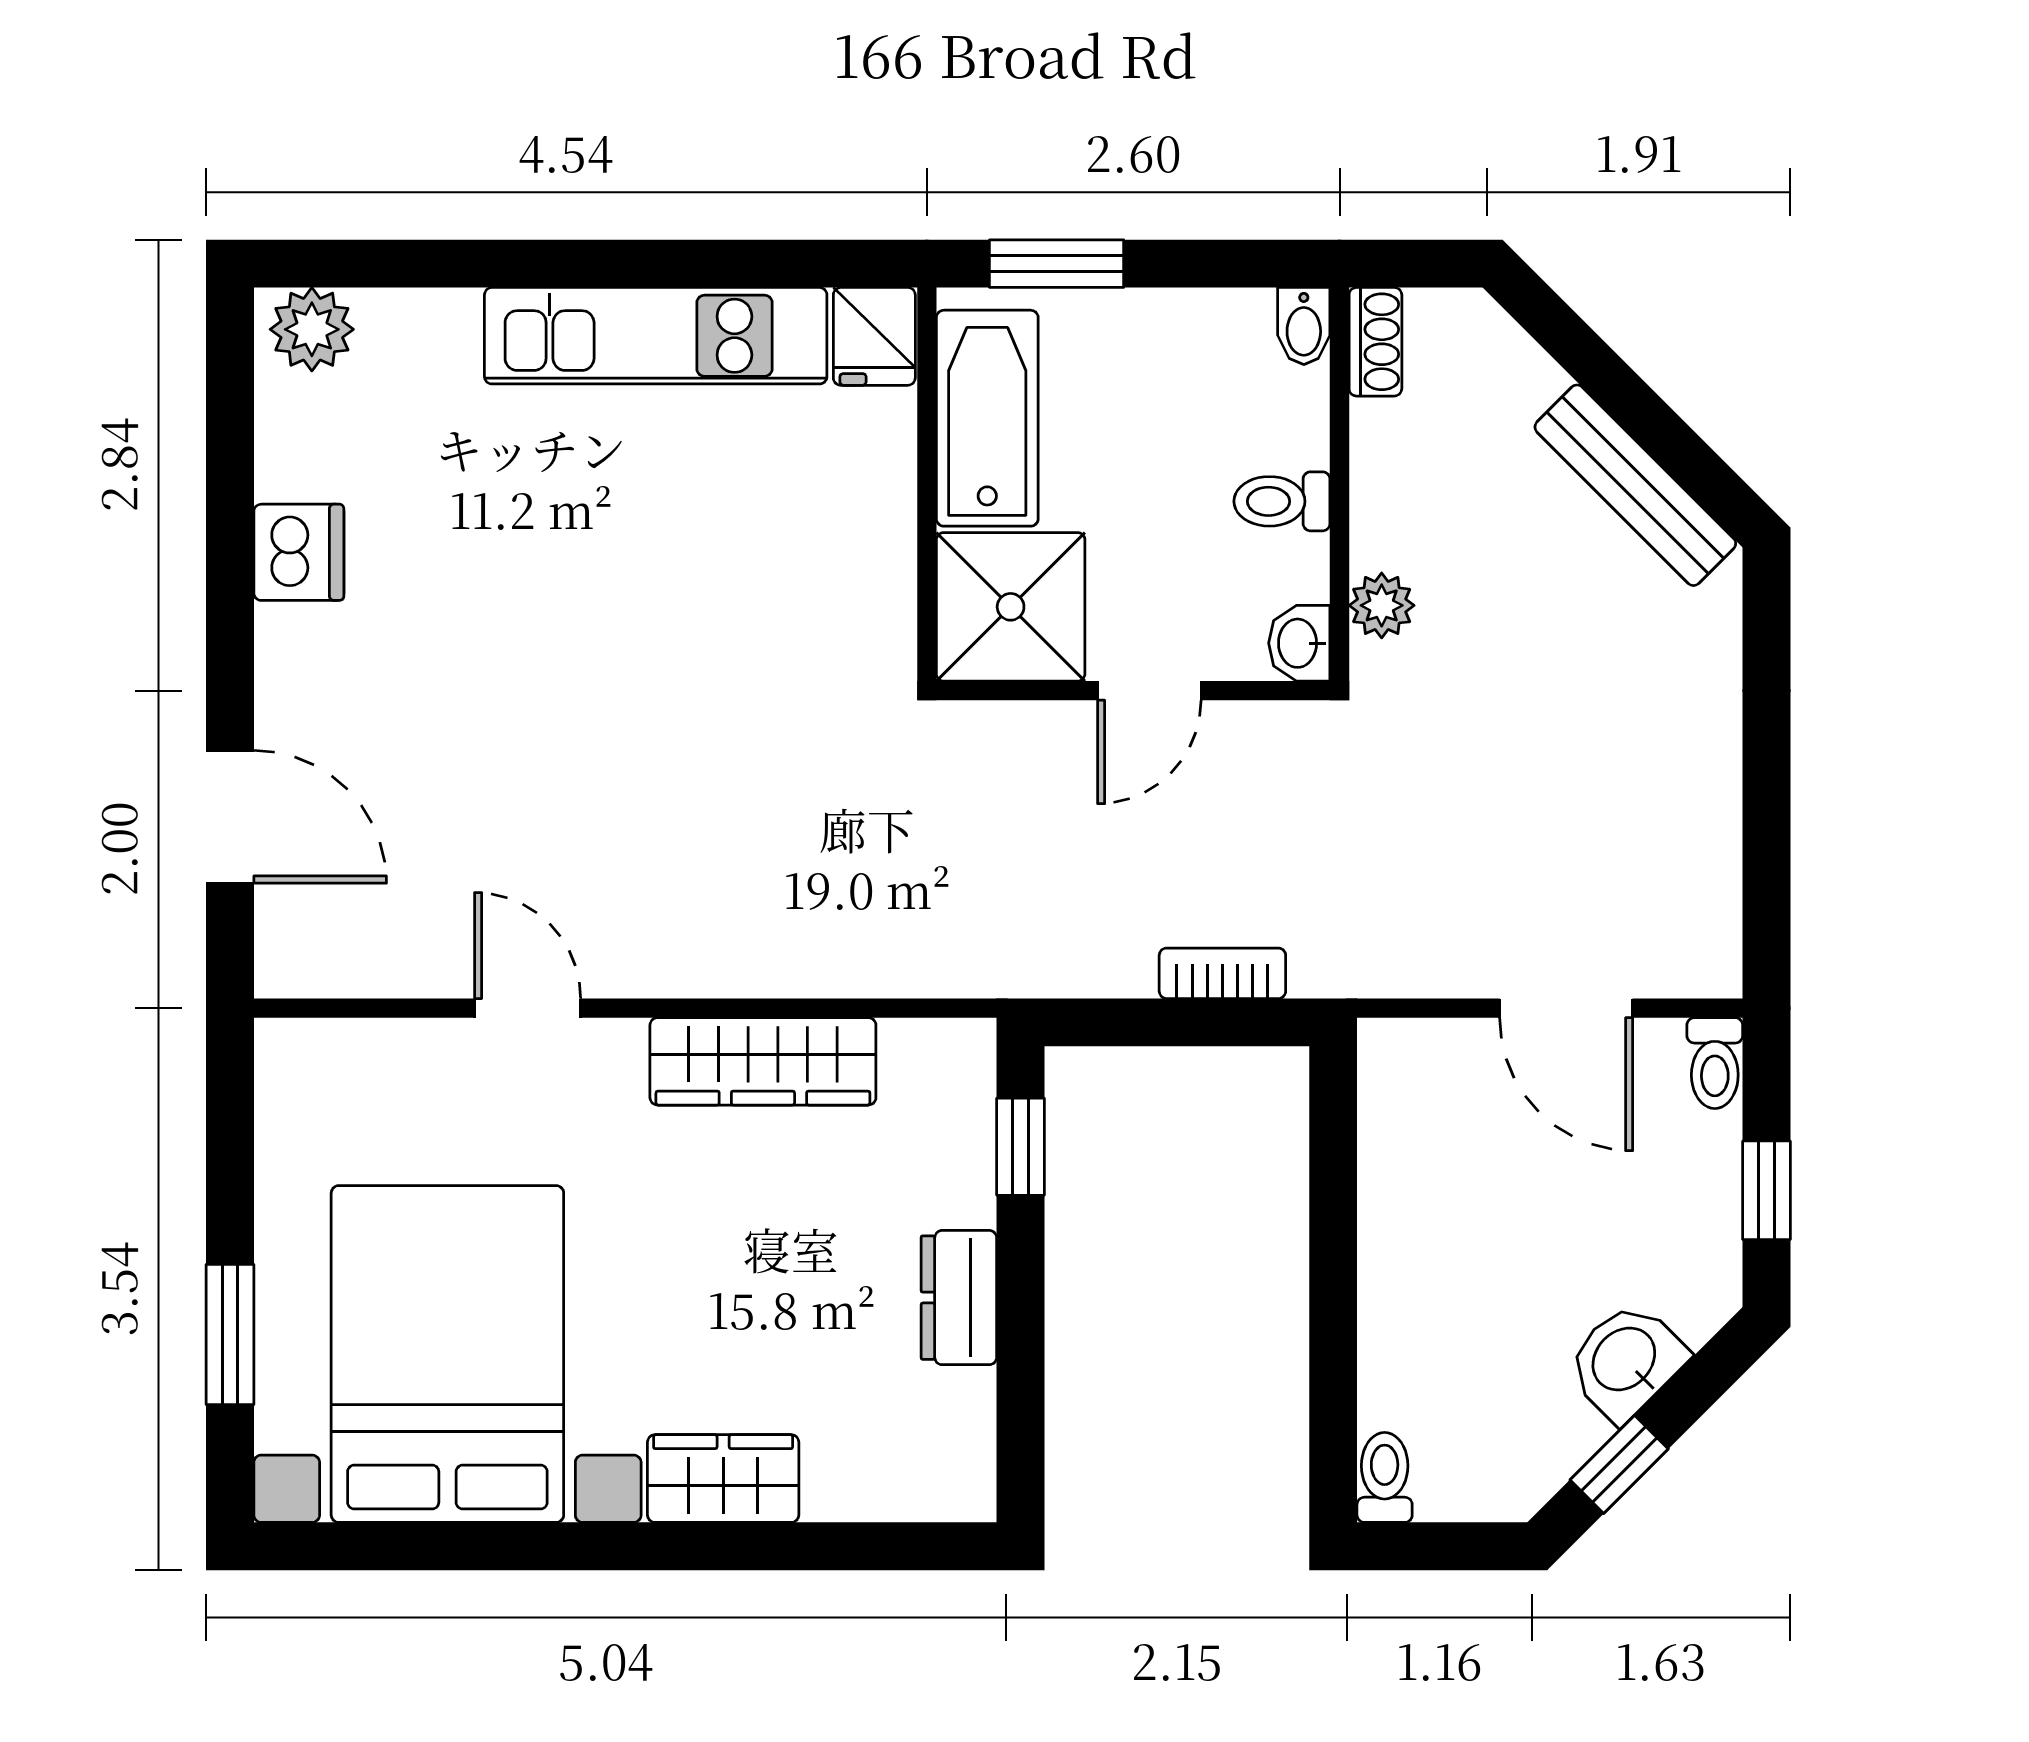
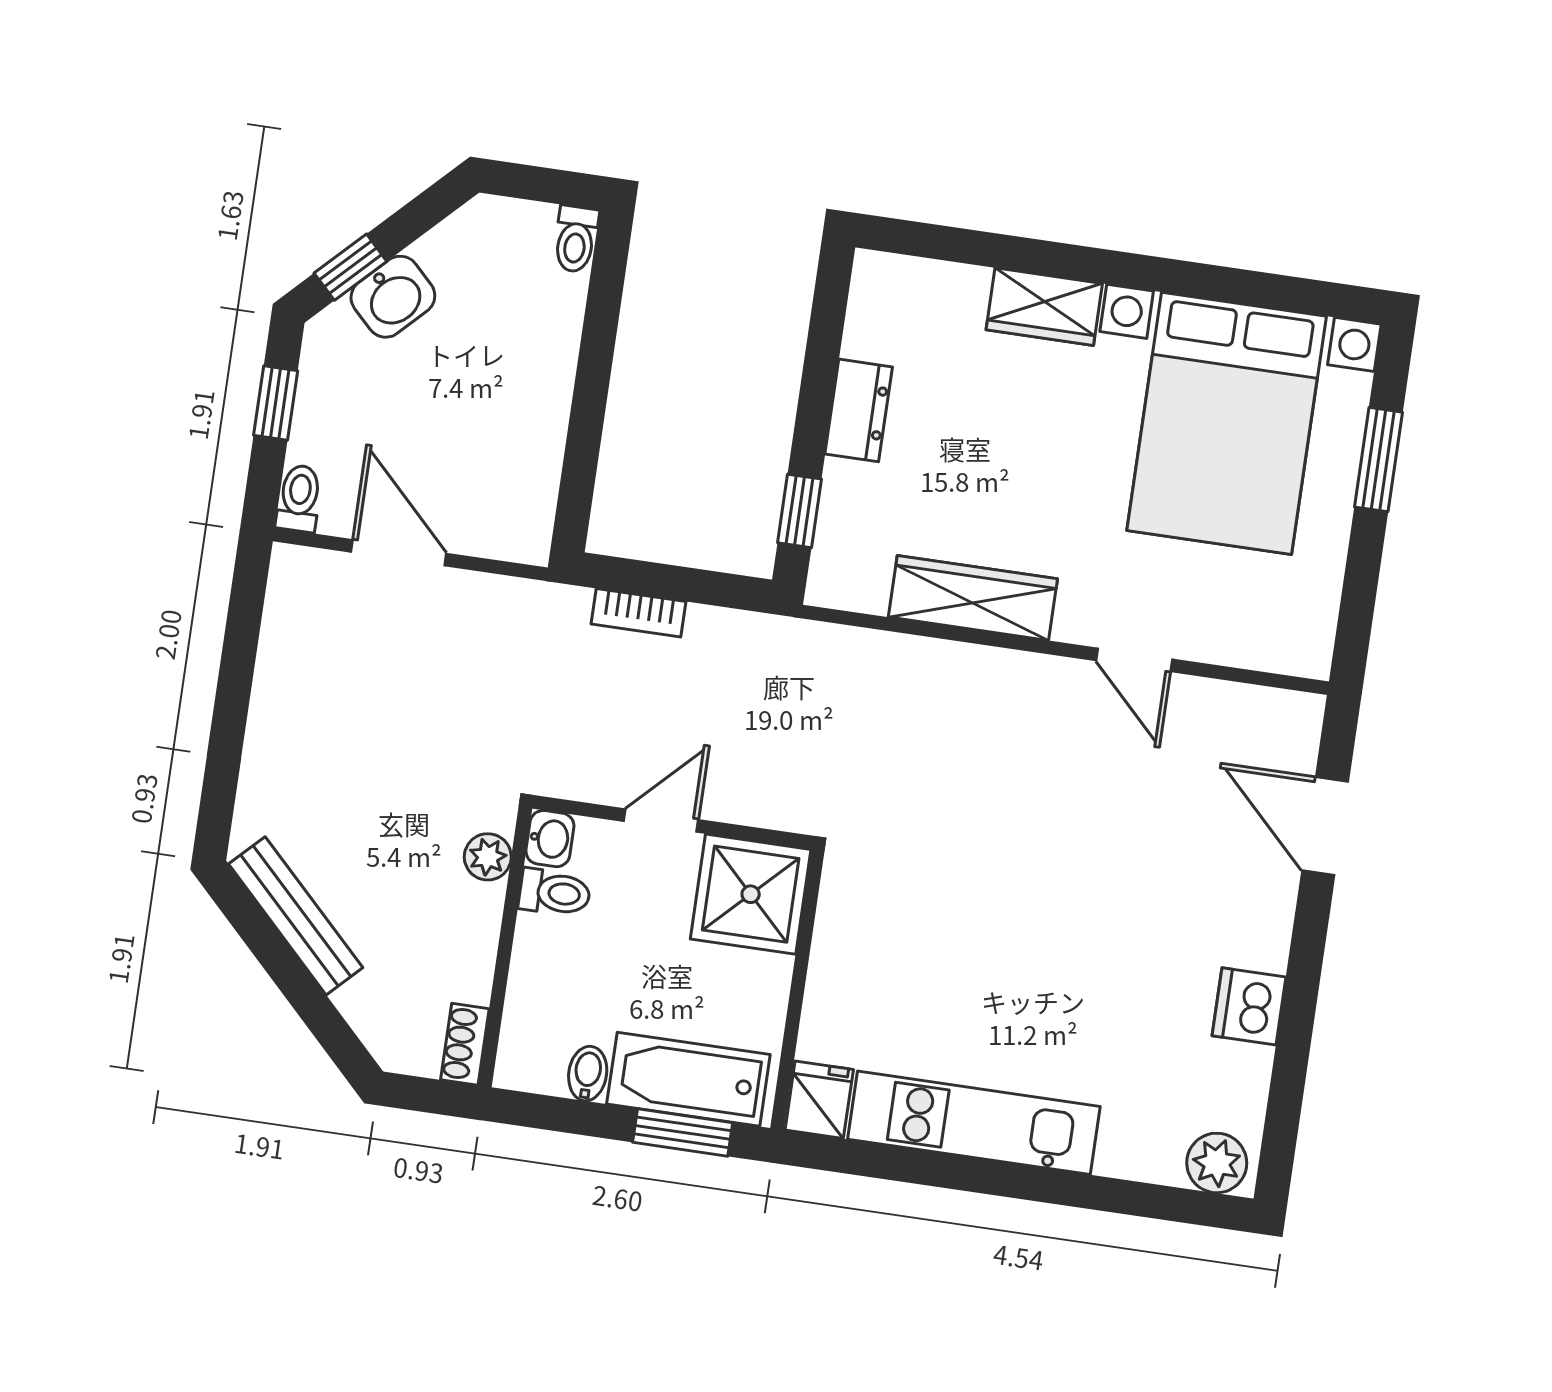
bidet: (1304, 326) -> (588, 1074), moved
bathtub: (987, 418) -> (688, 1079), moved, turned 90
toilet: (1282, 501) -> (555, 893), moved
window: (1619, 1464) -> (350, 267), moved

